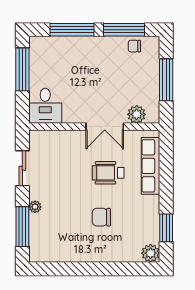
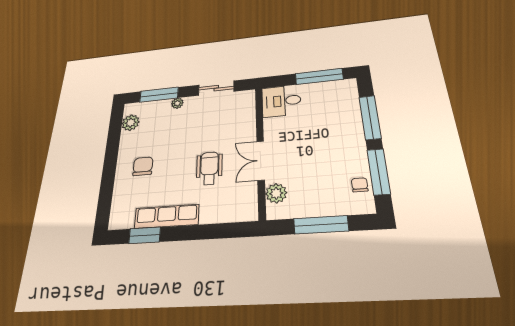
row of seats: (151, 166) -> (167, 216), moved
chair: (101, 217) -> (143, 166), moved
plant: (151, 253) -> (131, 123), moved

